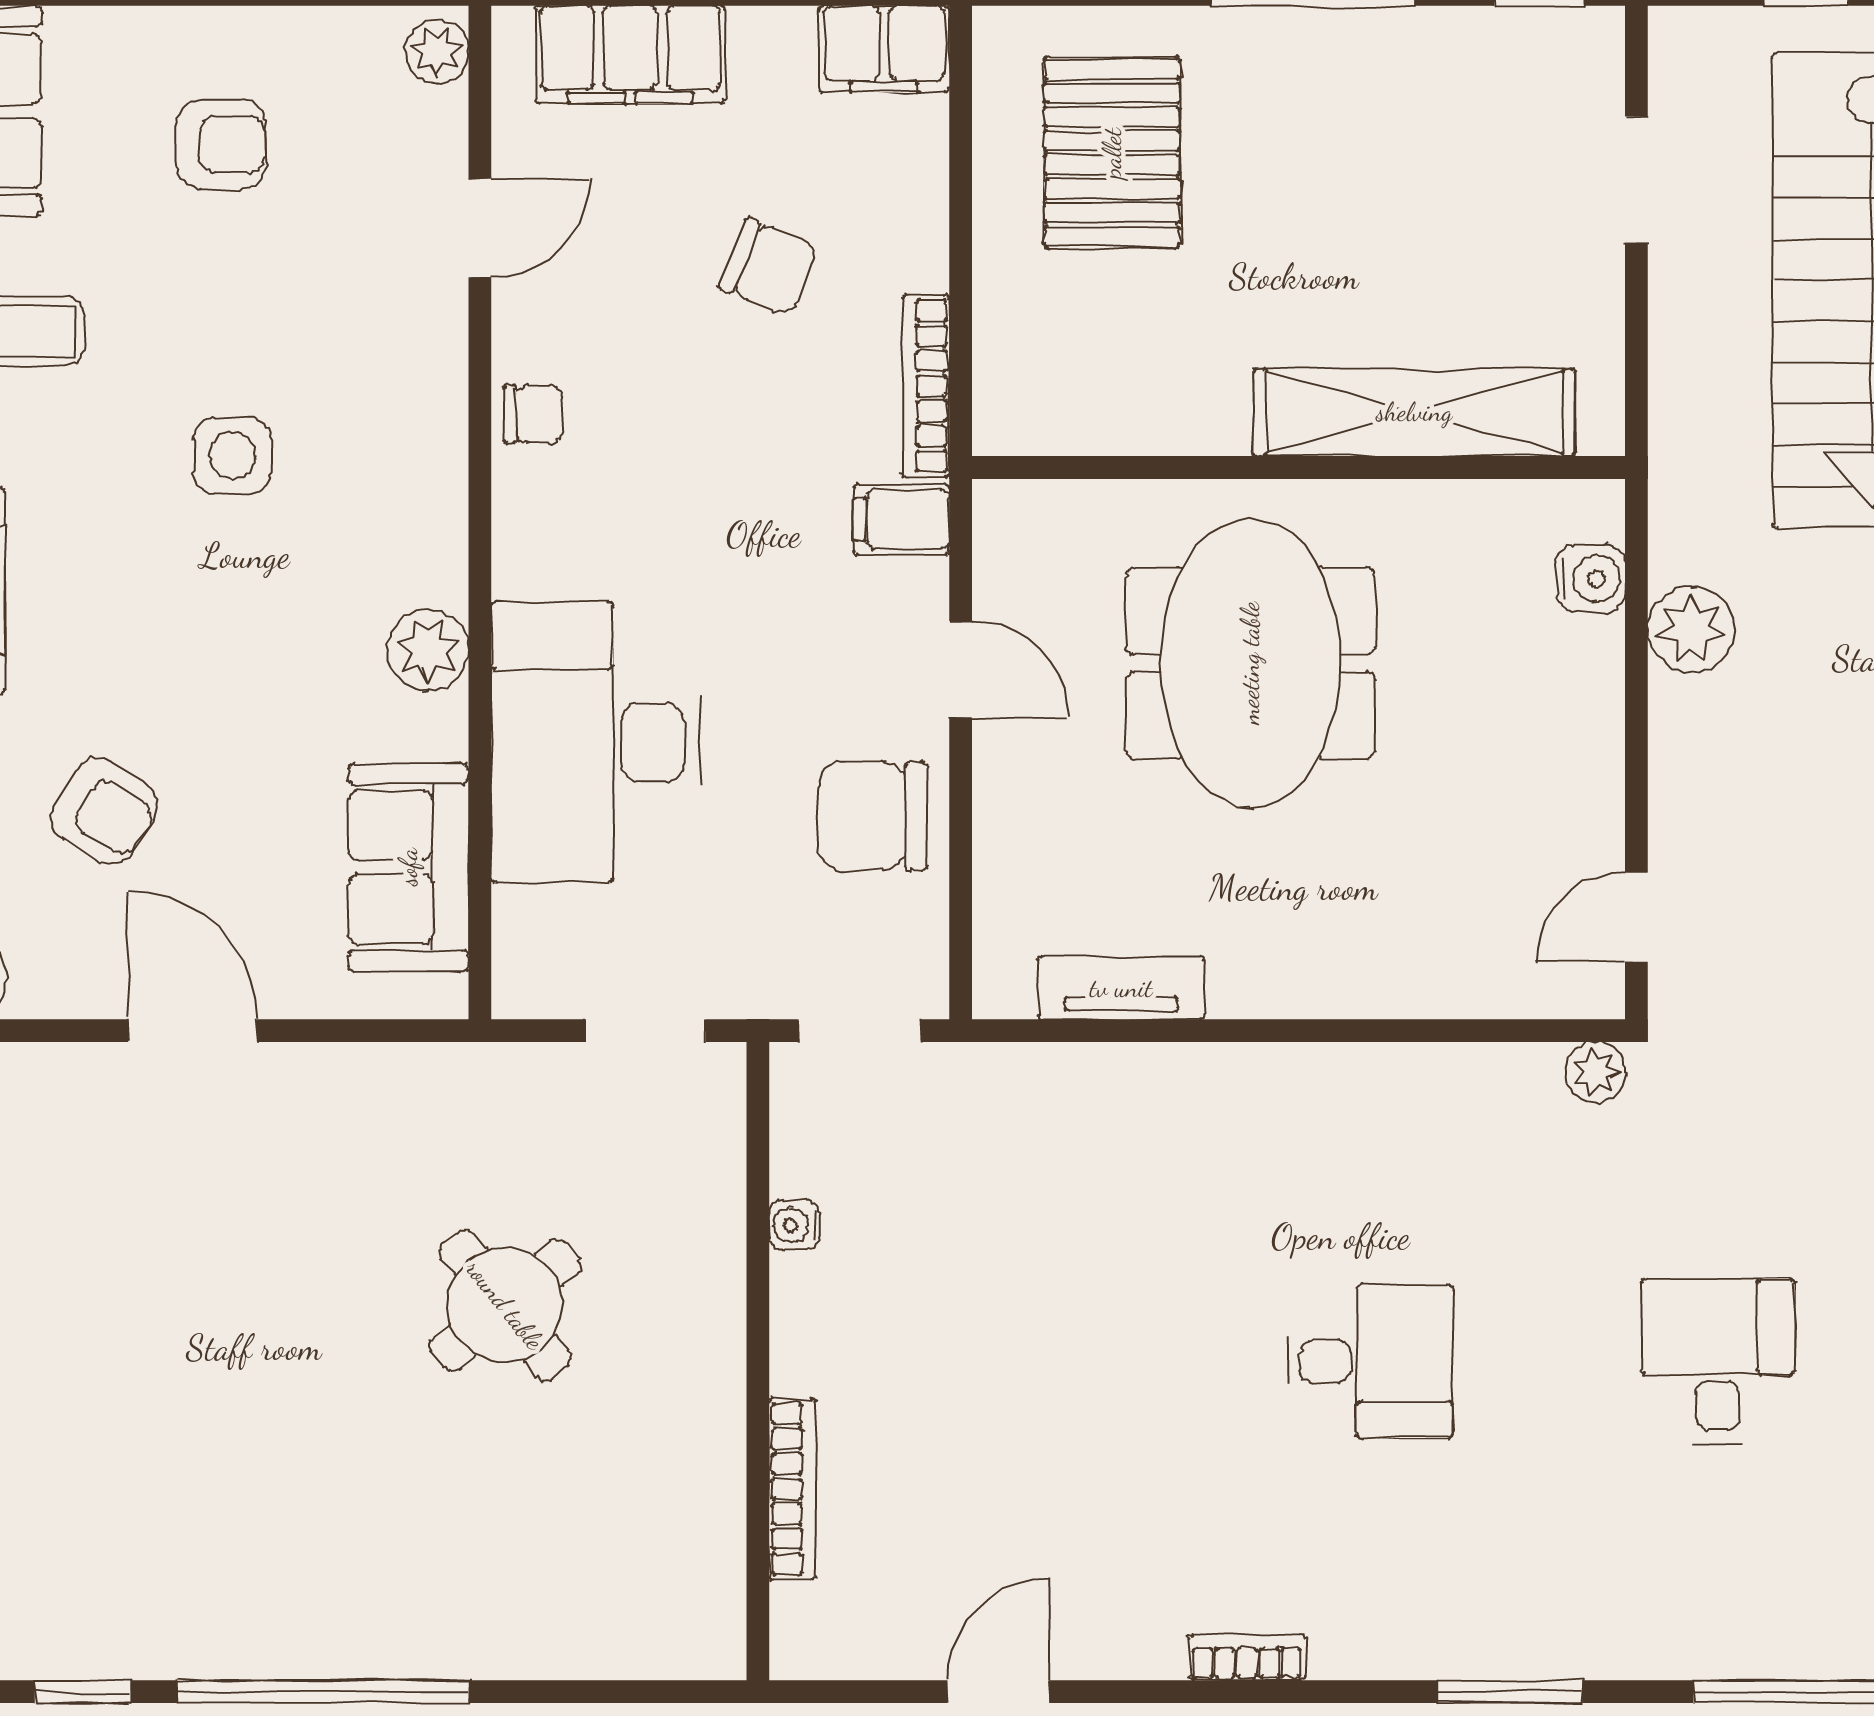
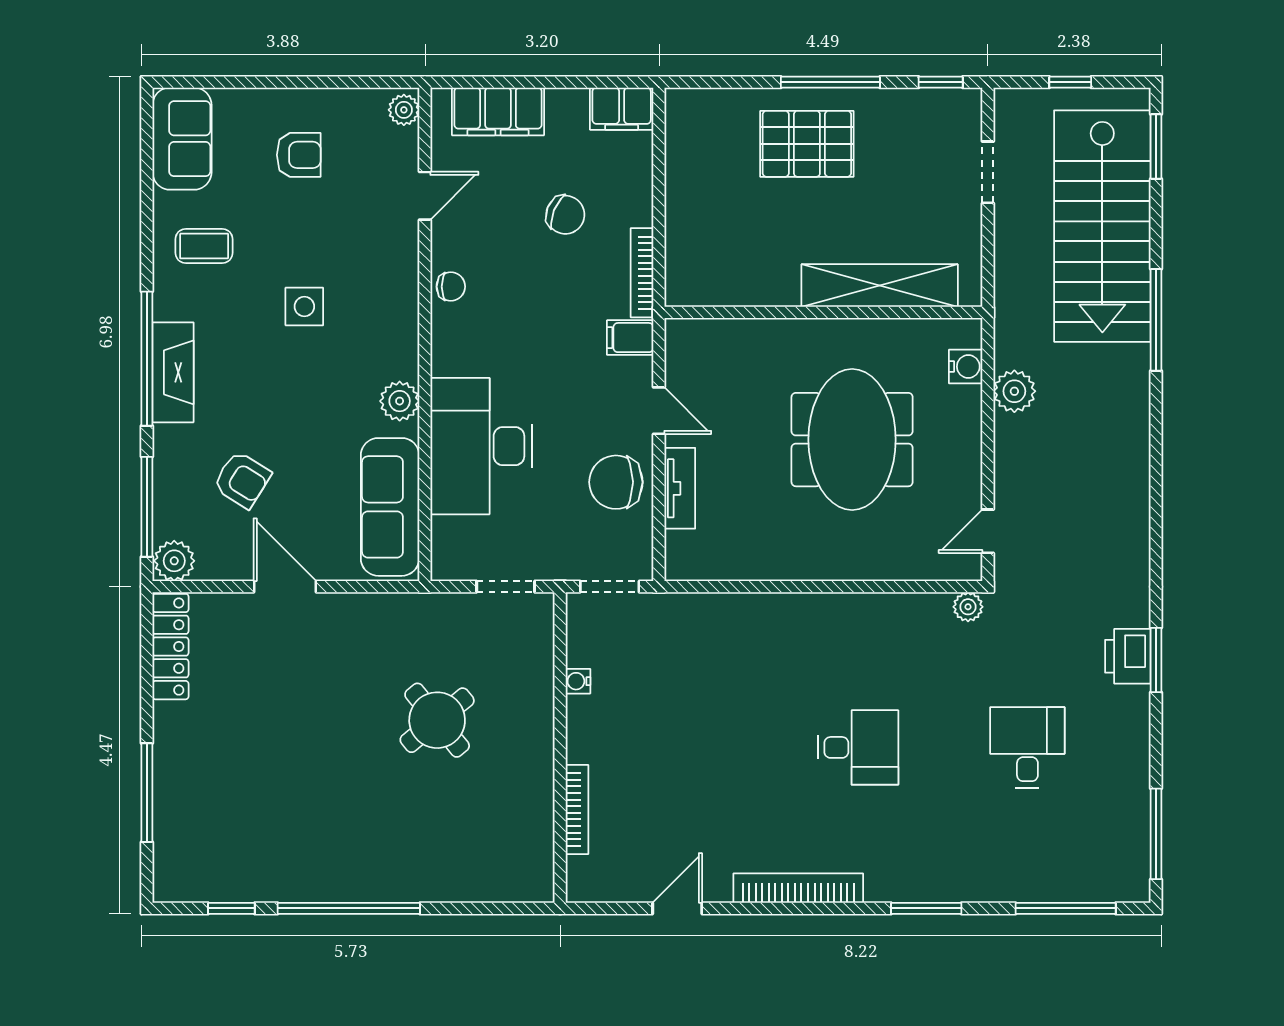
pallet: (1112, 153) -> (807, 144), moved, turned 90
meeting table: (1250, 663) -> (852, 440), moved
sofa: (408, 867) -> (390, 507), width x1.36
tv unit: (1121, 988) -> (680, 488), moved, turned 90
bookcase: (1247, 1657) -> (798, 888), width x2.31, depth x1.31

